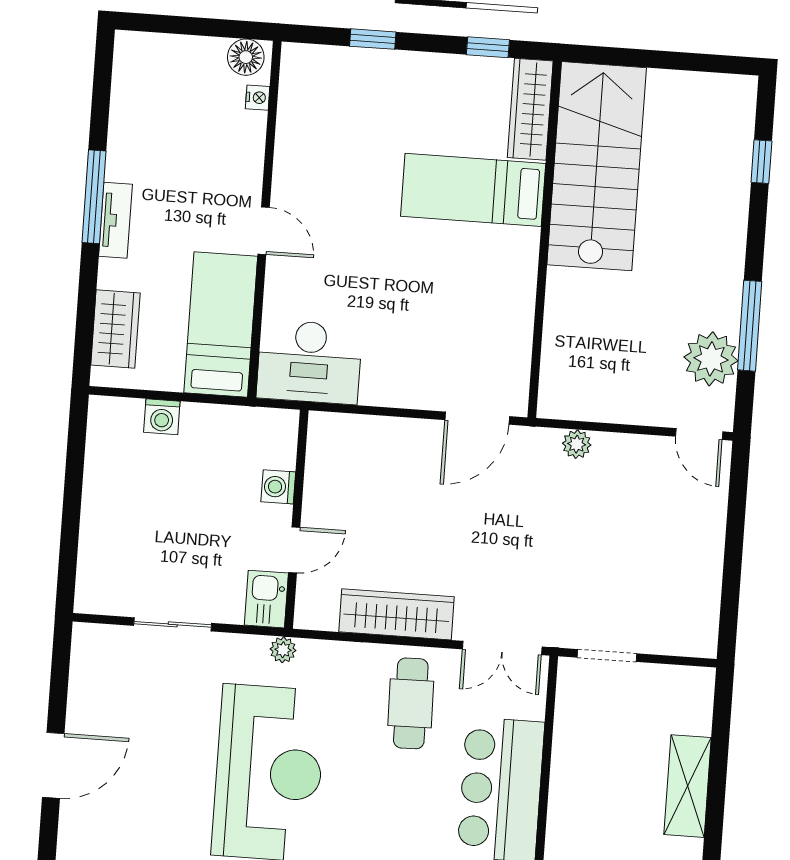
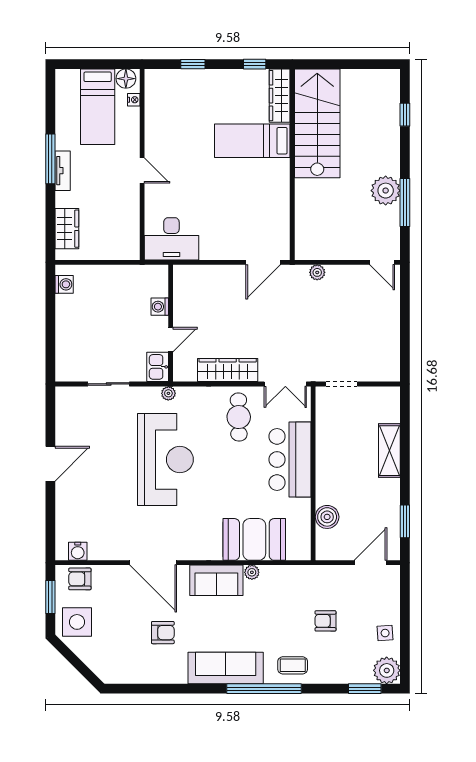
bed: (221, 325) -> (98, 107), moved, turned 180
plant: (711, 359) -> (386, 191), moved
washing machine: (162, 417) -> (64, 284), moved, turned -90

